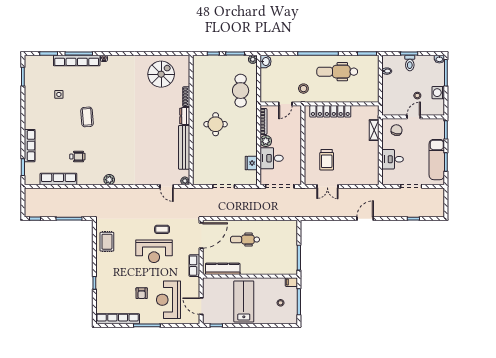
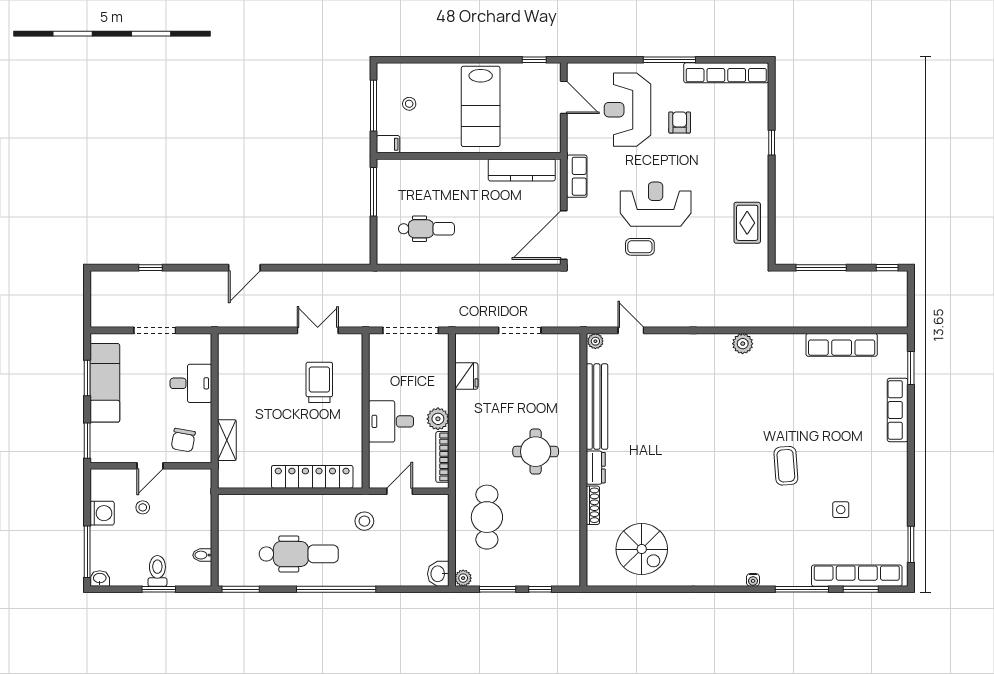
row of seats: (77, 61) -> (857, 576), moved
spiral stairs: (161, 74) -> (642, 549), turned -90
wheelchair: (77, 157) -> (805, 389), removed
desk: (272, 158) -> (391, 421), moved, turned 180
dental chair: (245, 240) -> (426, 229), moved
reception desk: (168, 300) -> (627, 110), turned 180

